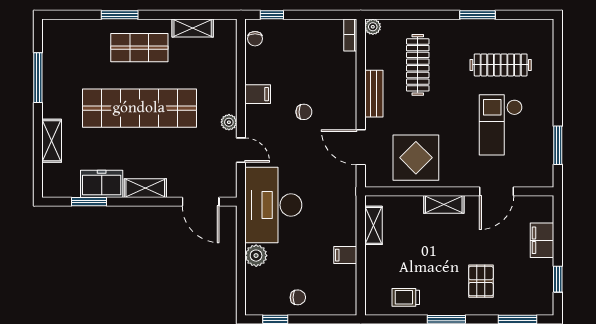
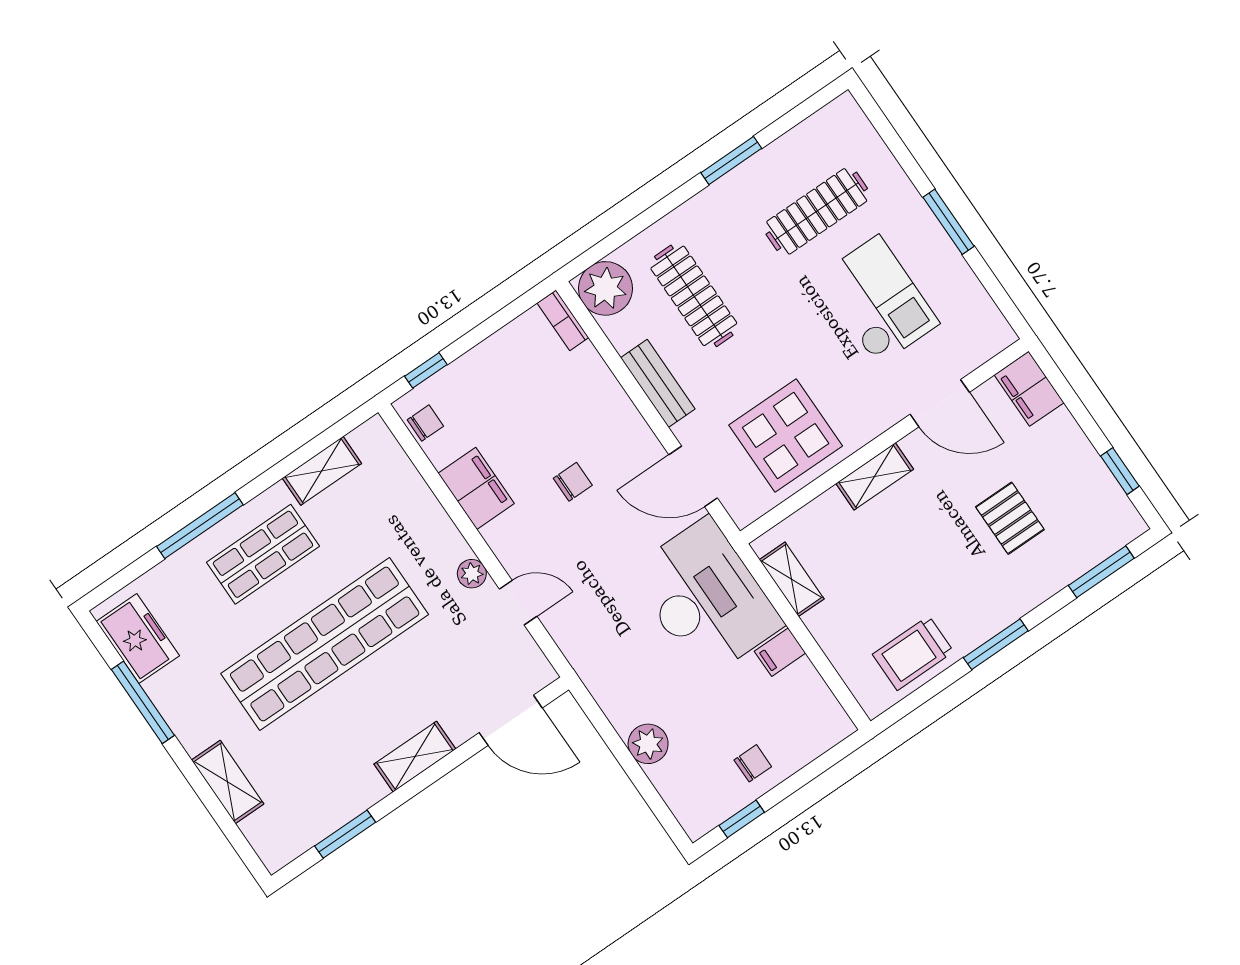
window: (120, 15) -> (200, 526), width x1.44
plant: (373, 27) -> (605, 288), width x1.88, depth x1.88
chair: (255, 39) -> (425, 423), turned -90
filing cabinet: (258, 94) -> (476, 488), width x2.00
checkout: (501, 125) -> (878, 300), turned 180
window: (558, 145) -> (949, 222), moved
freezer: (102, 184) -> (138, 639), moved, turned 90
door: (497, 191) -> (940, 403), hinge flipped
desk: (273, 205) -> (706, 598), moved, turned 180
filing cabinet: (542, 240) -> (1029, 389), moved
pallet: (481, 281) -> (1010, 518), moved
trolley: (406, 297) -> (913, 653), width x1.36, depth x1.39

